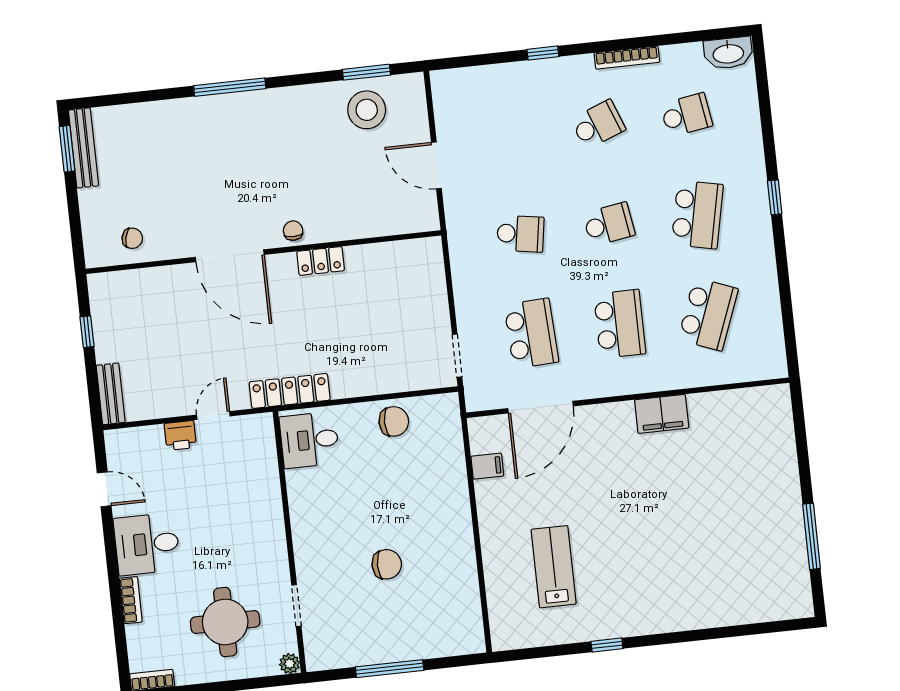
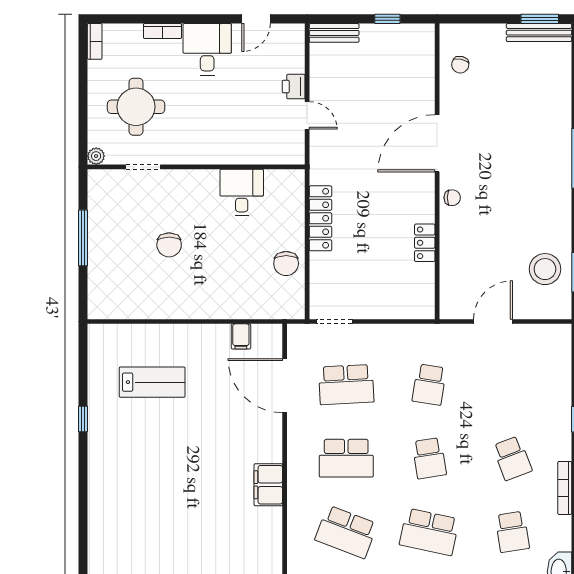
locker: (321, 261) -> (425, 243), moved
locker: (290, 391) -> (320, 218), moved
desk: (309, 440) -> (242, 192), moved

